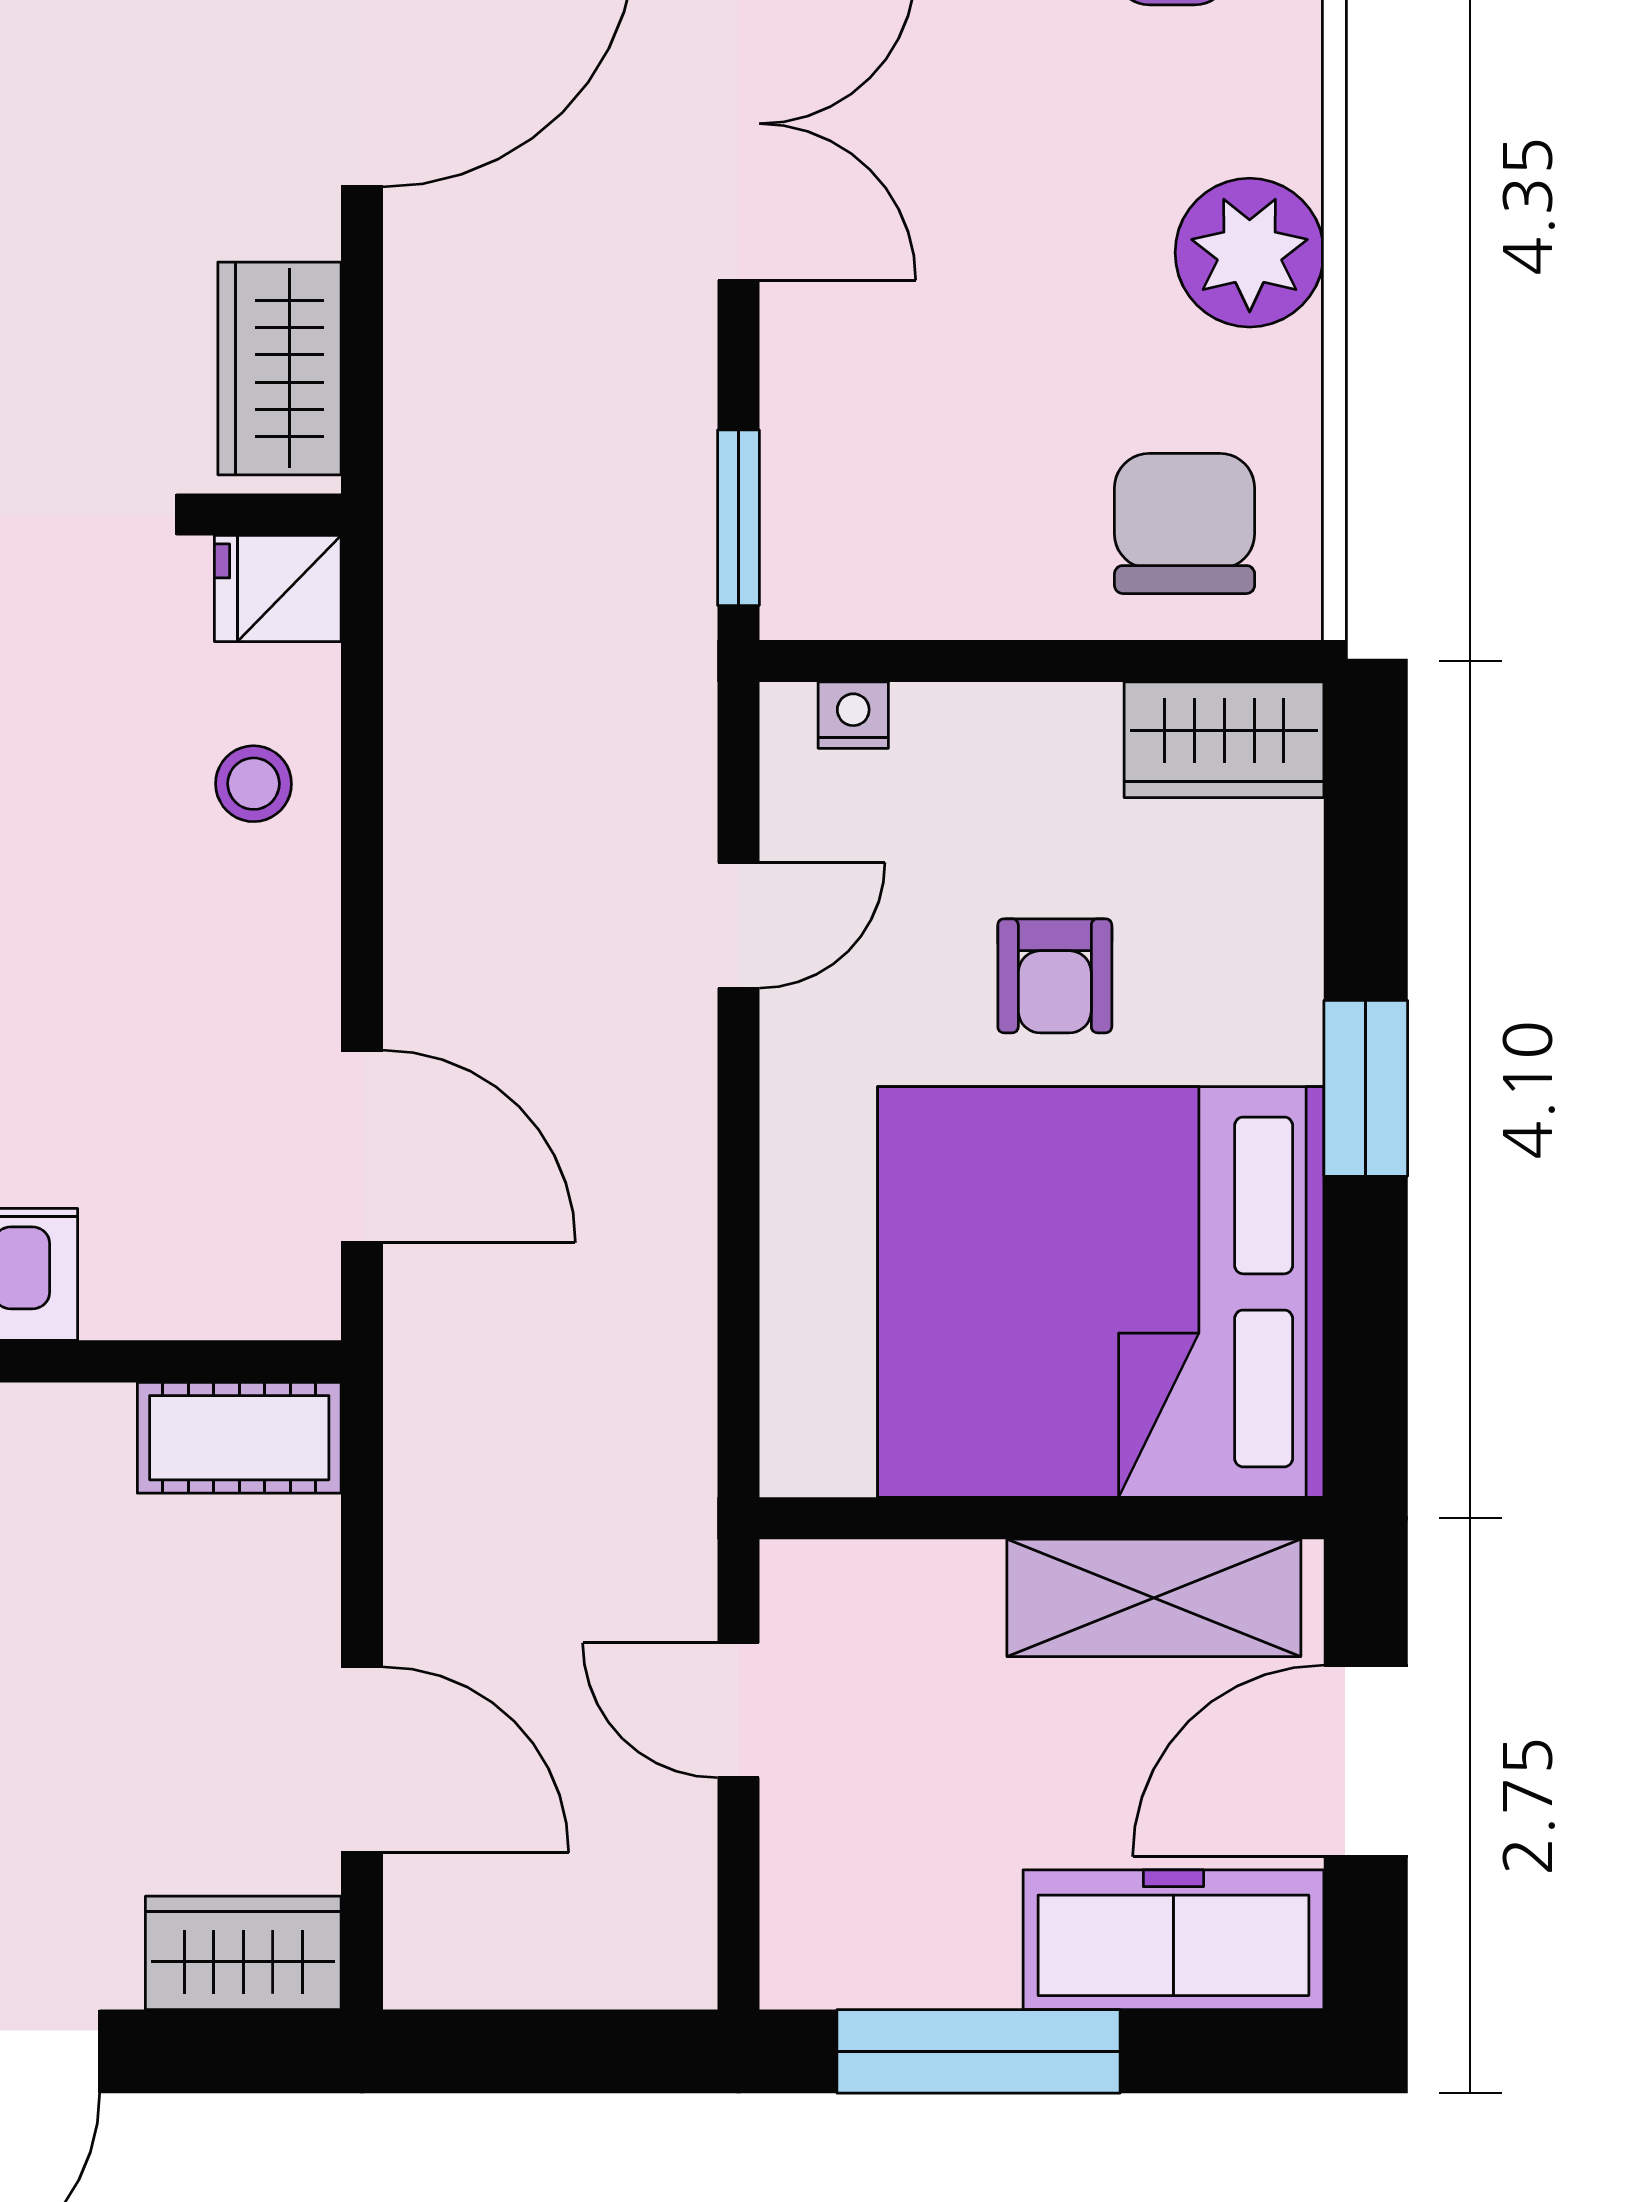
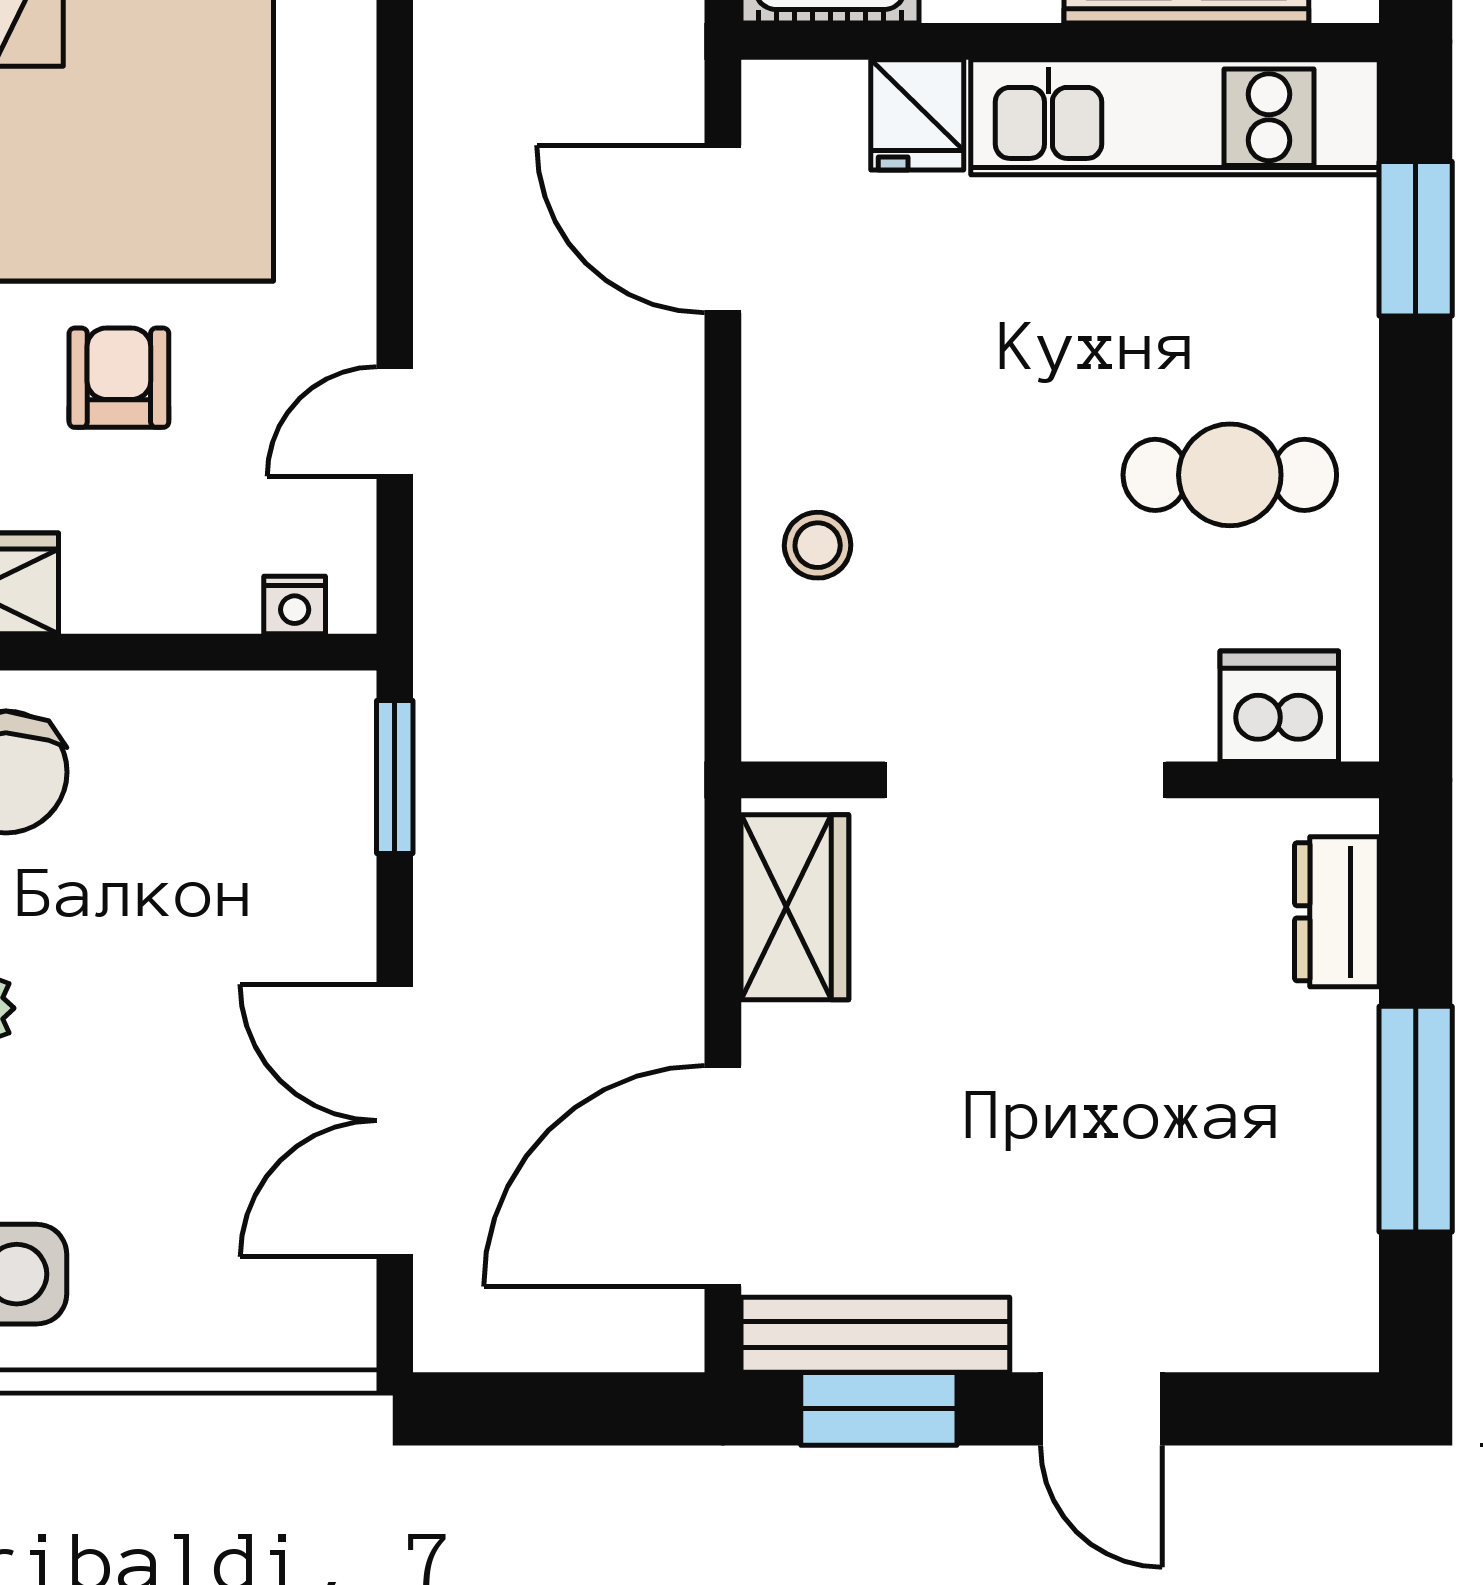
fridge: (278, 589) -> (917, 115), moved, turned 90

